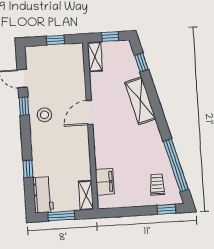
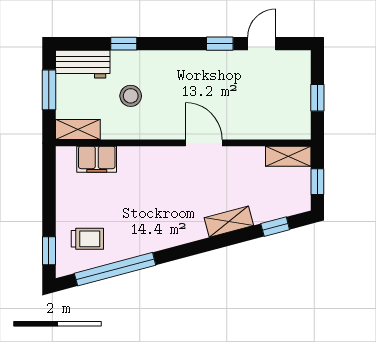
shelving: (140, 101) -> (229, 222), width x0.67, depth x0.75
stool: (44, 115) -> (131, 96), moved

